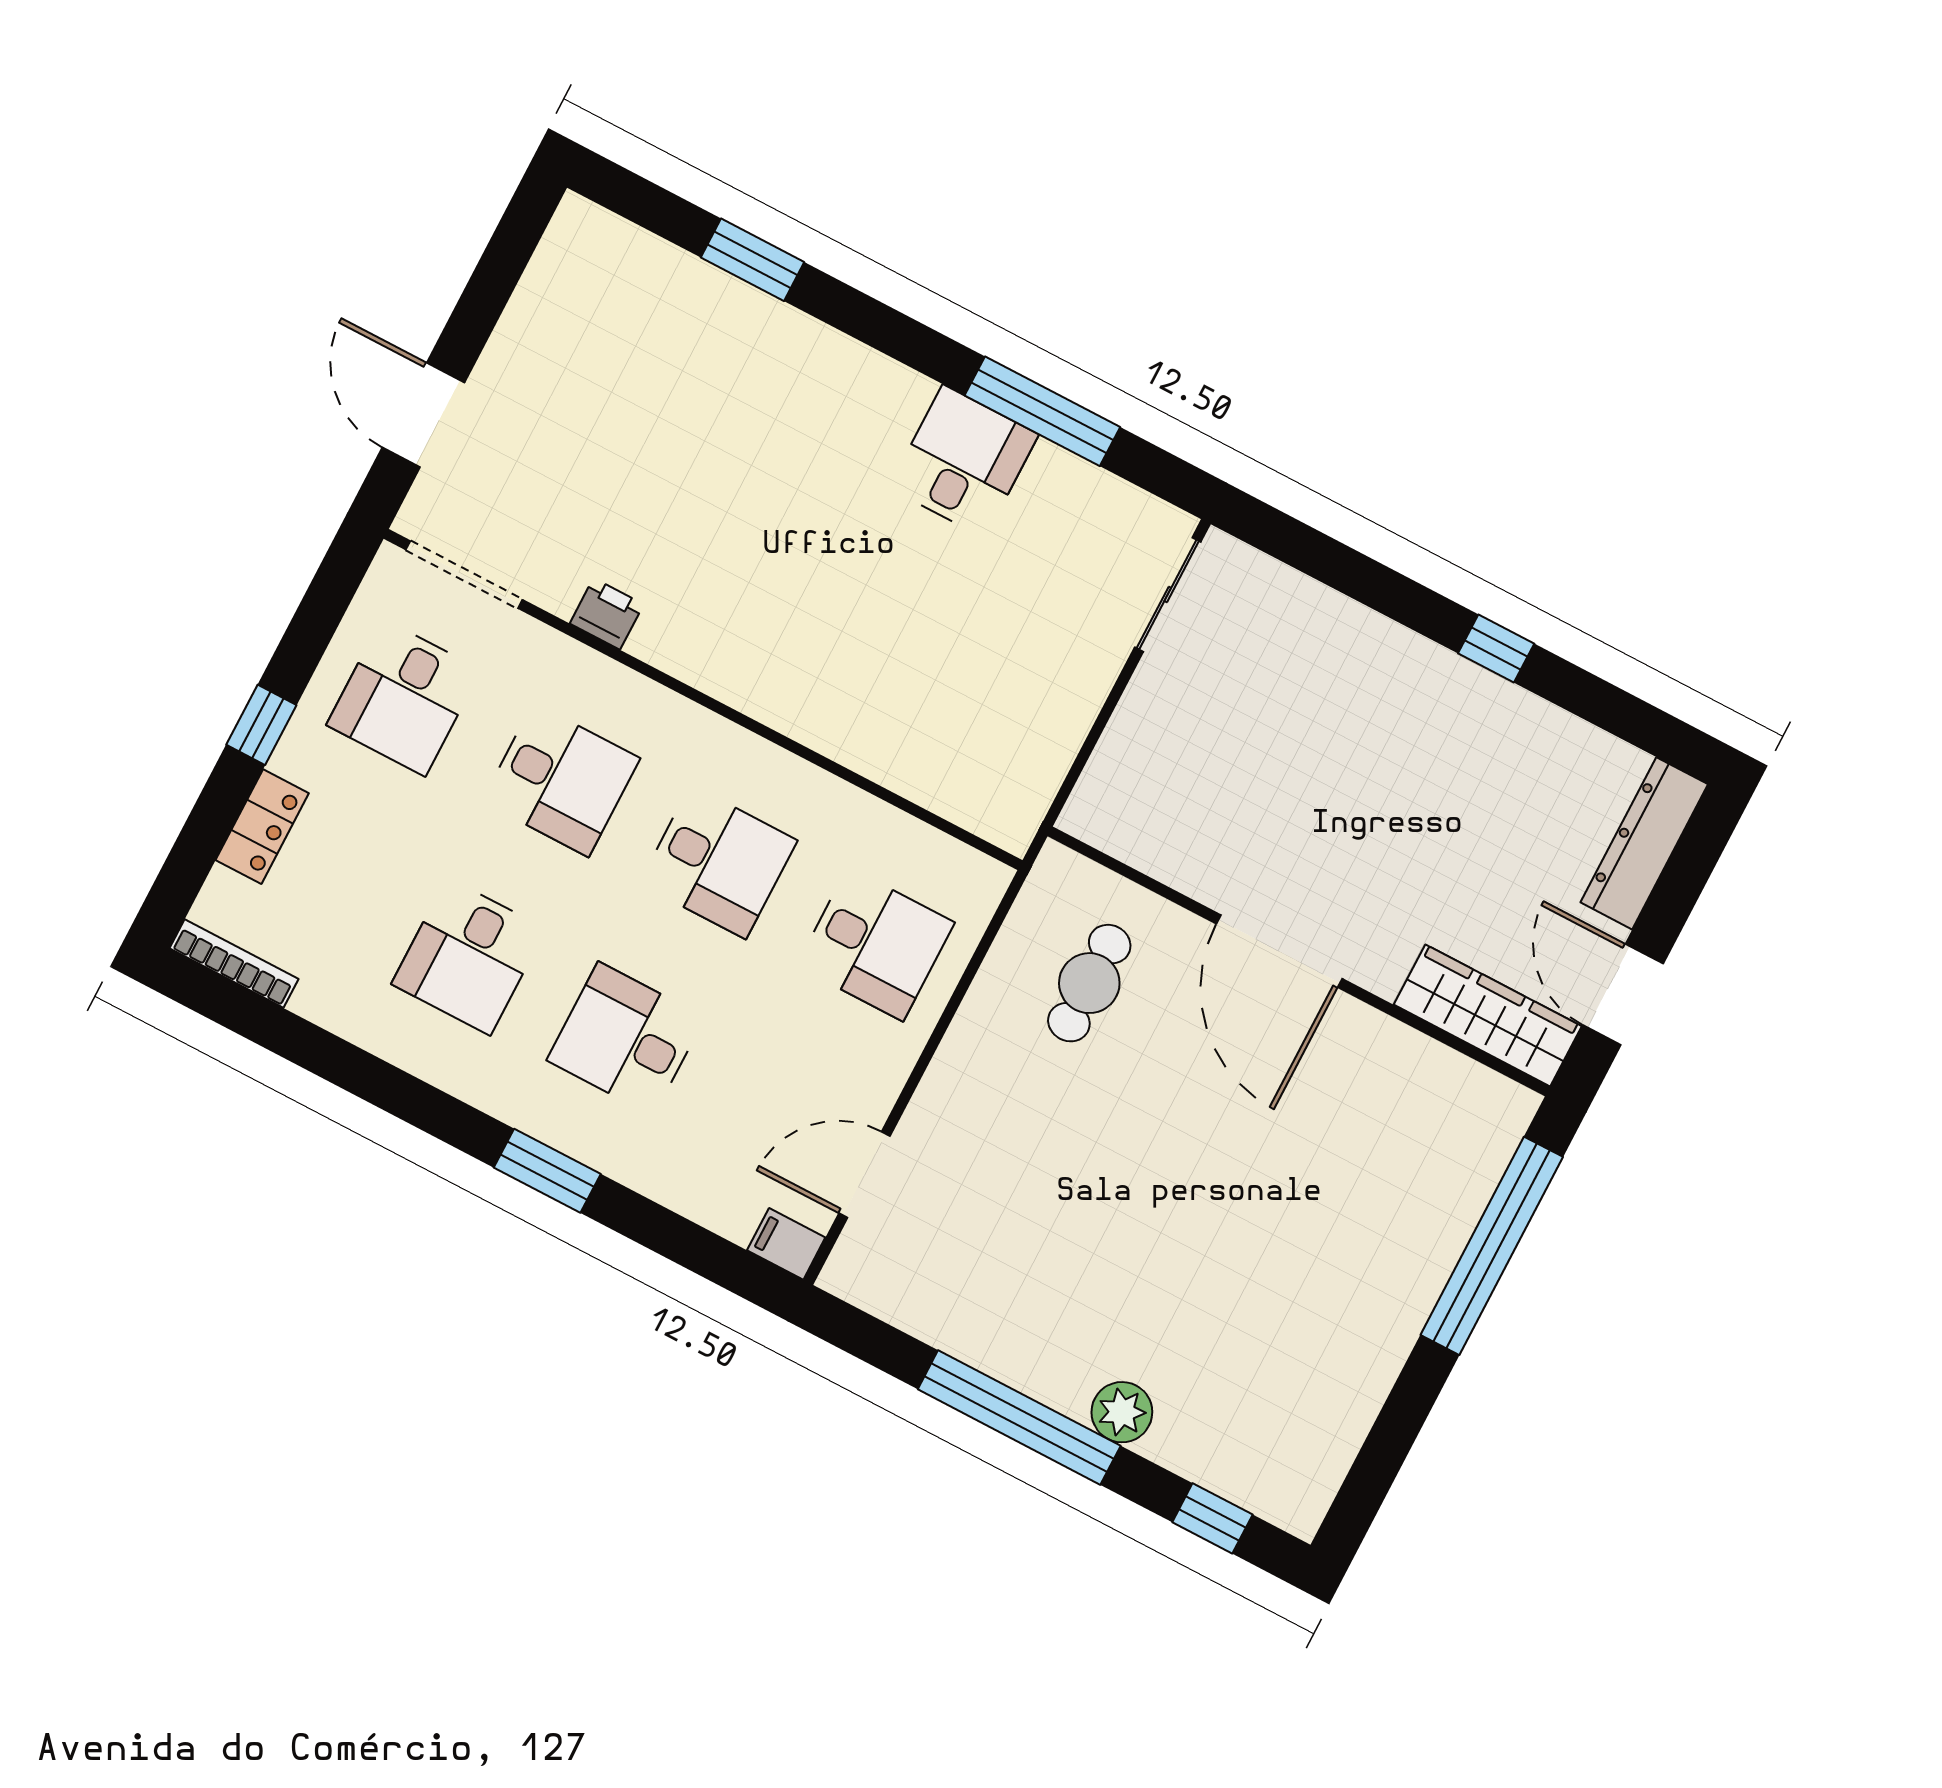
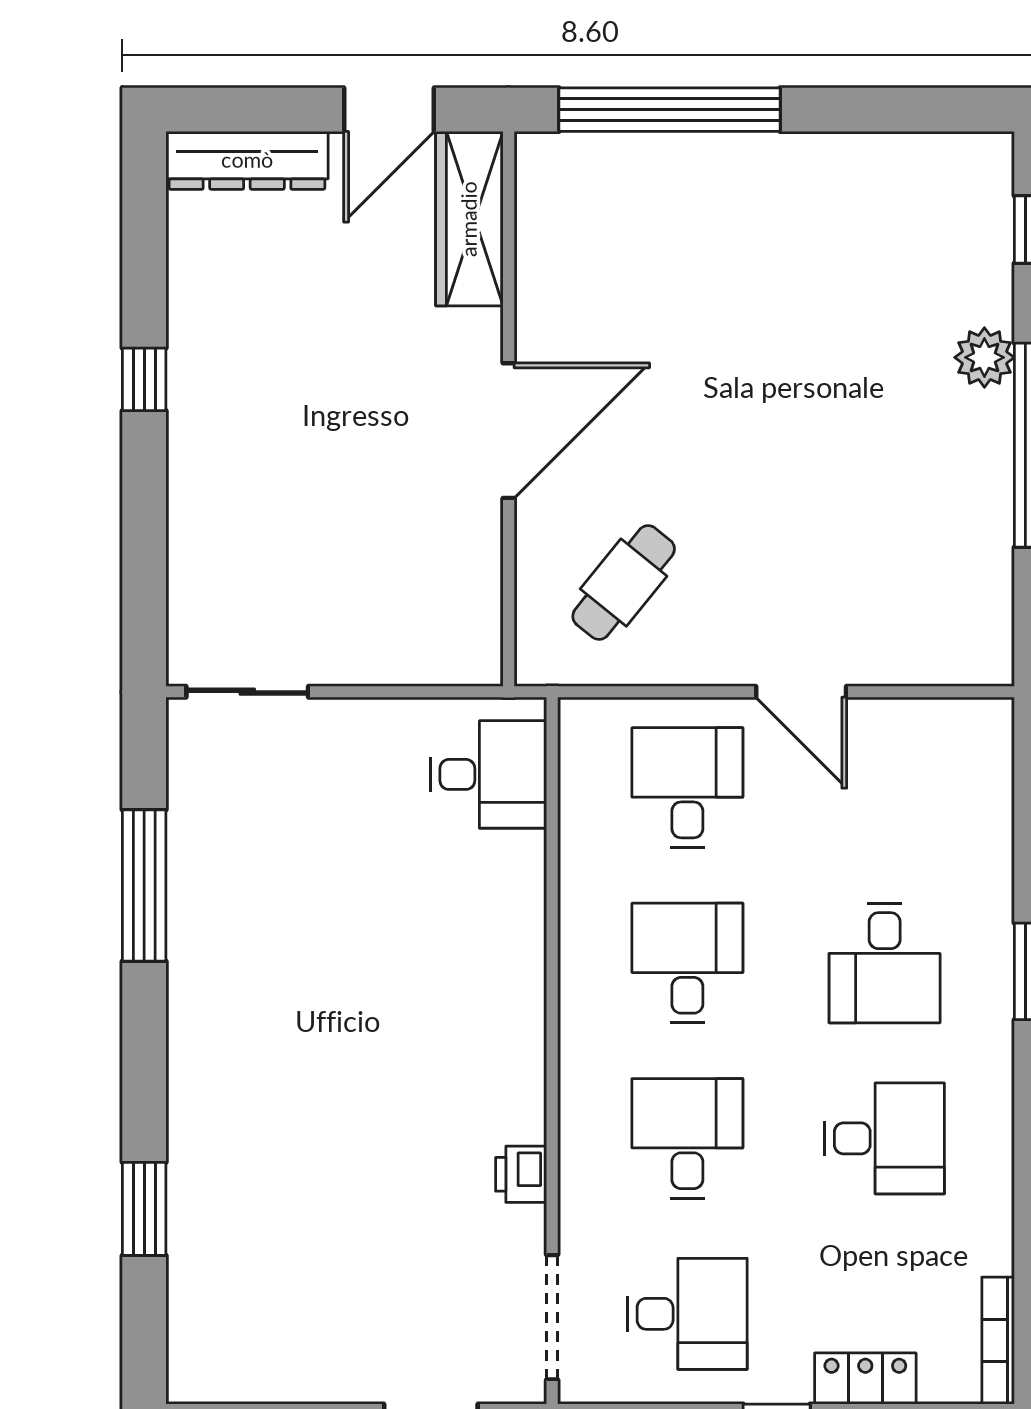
desk: (964, 461) -> (489, 774), moved, turned 180
cafe table: (1089, 983) -> (624, 583), turned -51
door: (864, 1175) -> (801, 692), moved
filing cabinet: (786, 1244) -> (991, 729), removed

